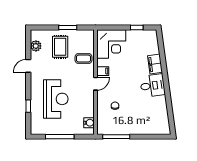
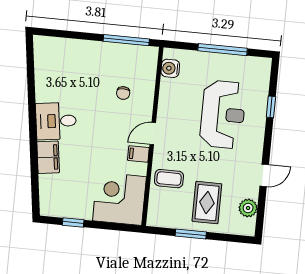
reception desk: (56, 99) -> (223, 114), turned 180

